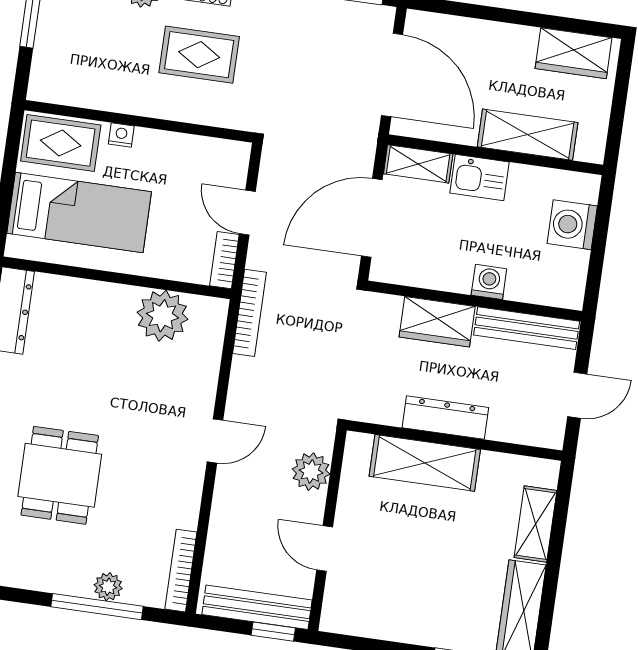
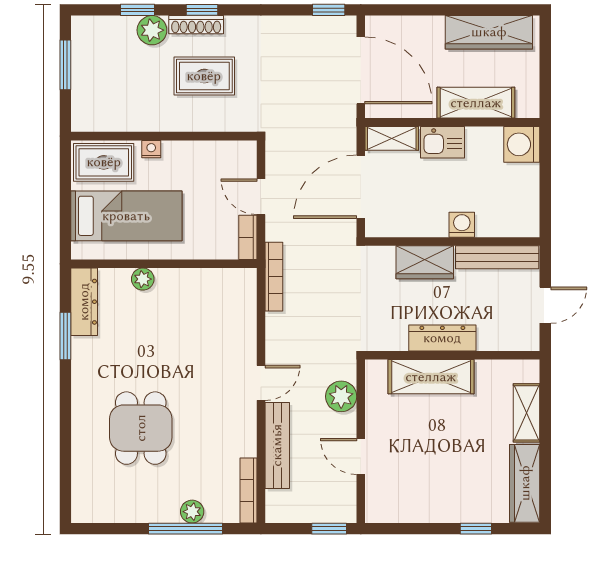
wardrobe: (574, 53) -> (489, 32), width x1.50
washing machine: (572, 225) -> (522, 144), moved
plant: (162, 316) -> (143, 279), moved, width x0.53, depth x0.53
bench: (257, 607) -> (277, 445), moved, turned 90

